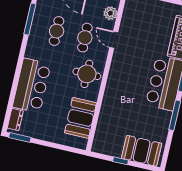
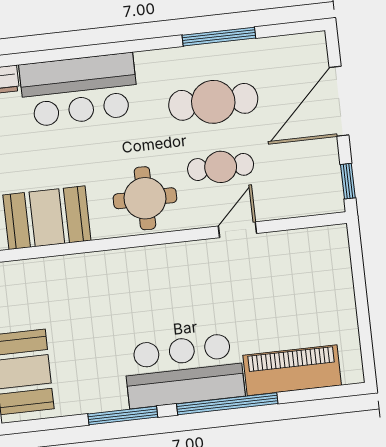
plant: (110, 13) -> (291, 203), removed
cafe table: (57, 31) -> (213, 102), width x1.37, depth x1.35

